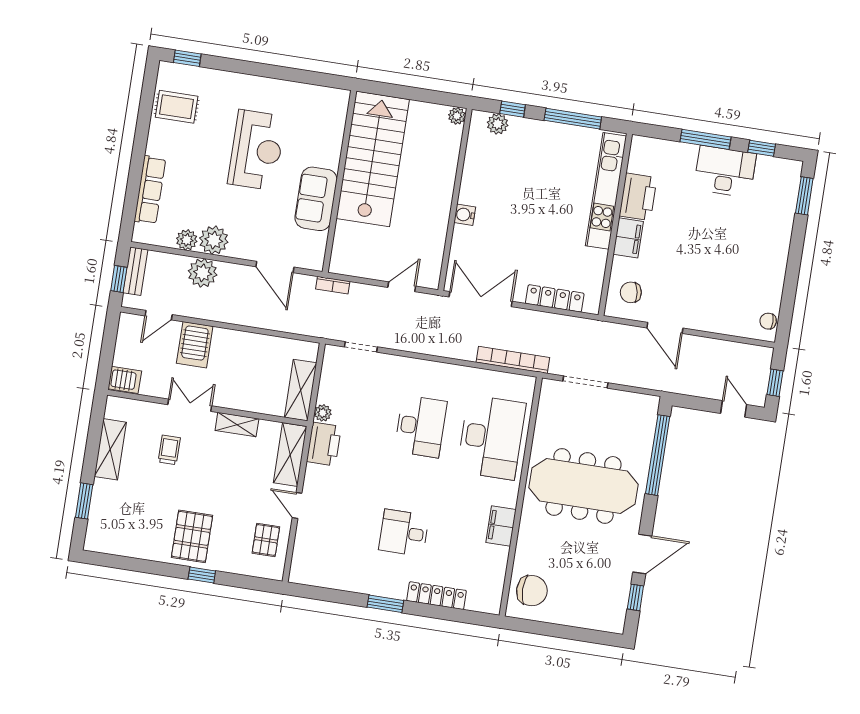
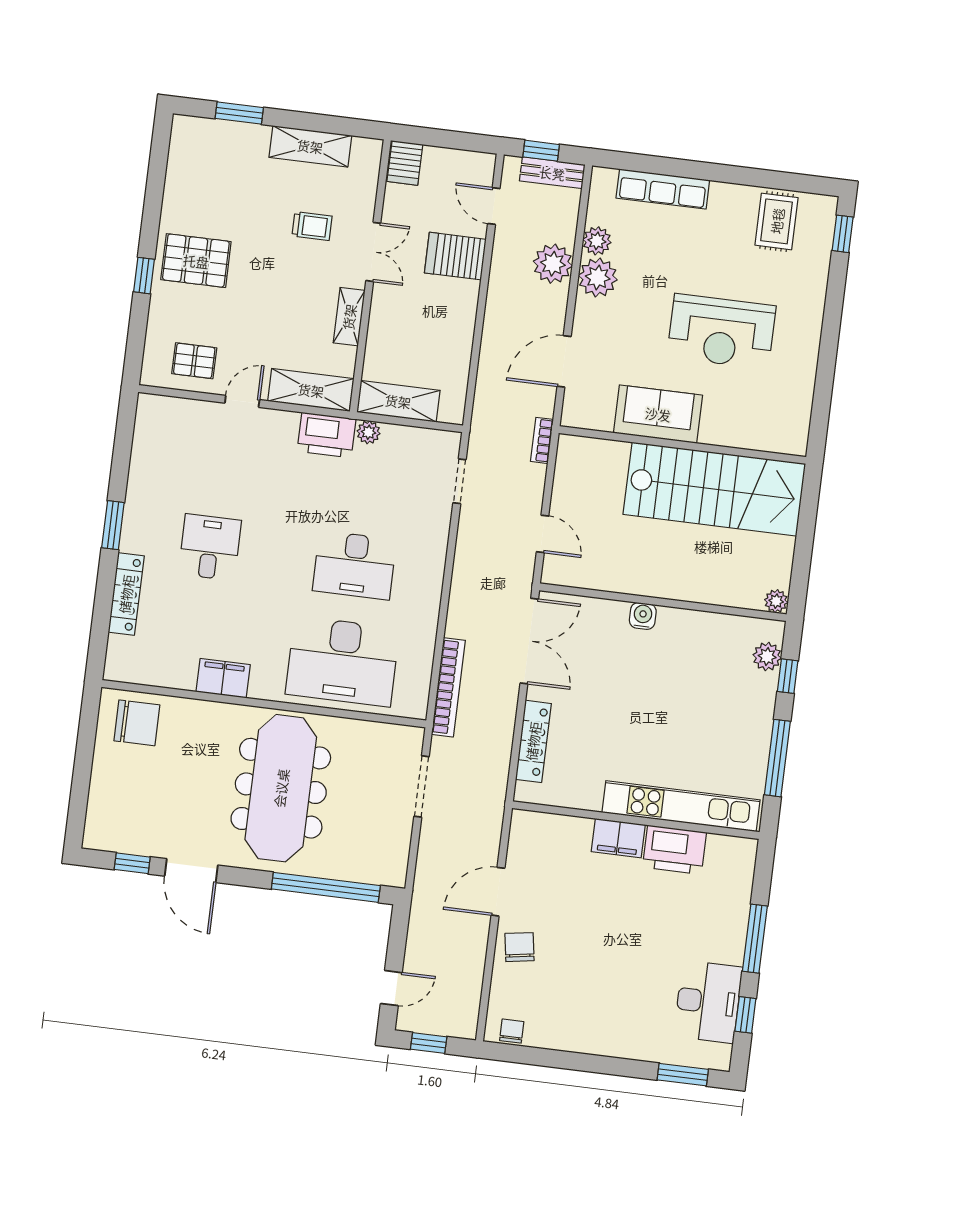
desk: (725, 171) -> (708, 1002), moved
chair: (631, 292) -> (519, 947), moved
chair: (532, 591) -> (137, 723), turned -90

